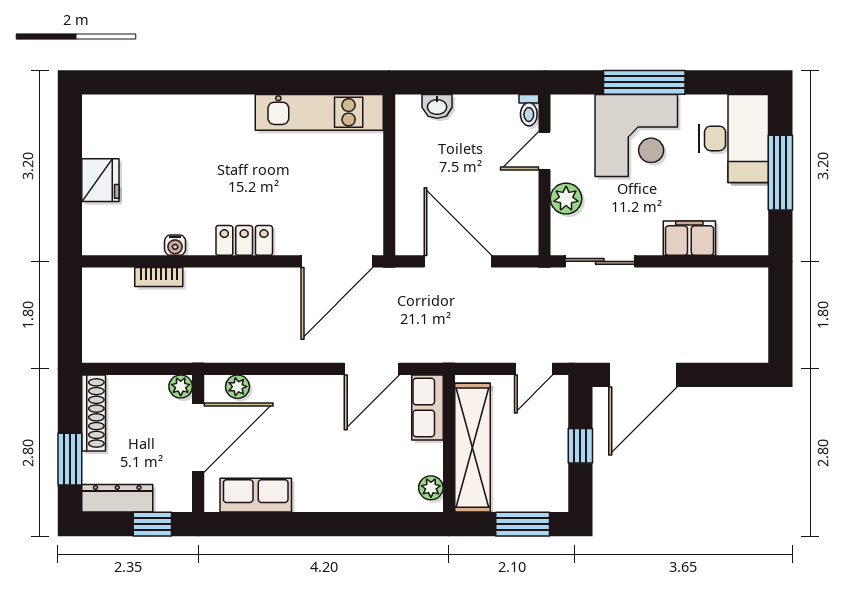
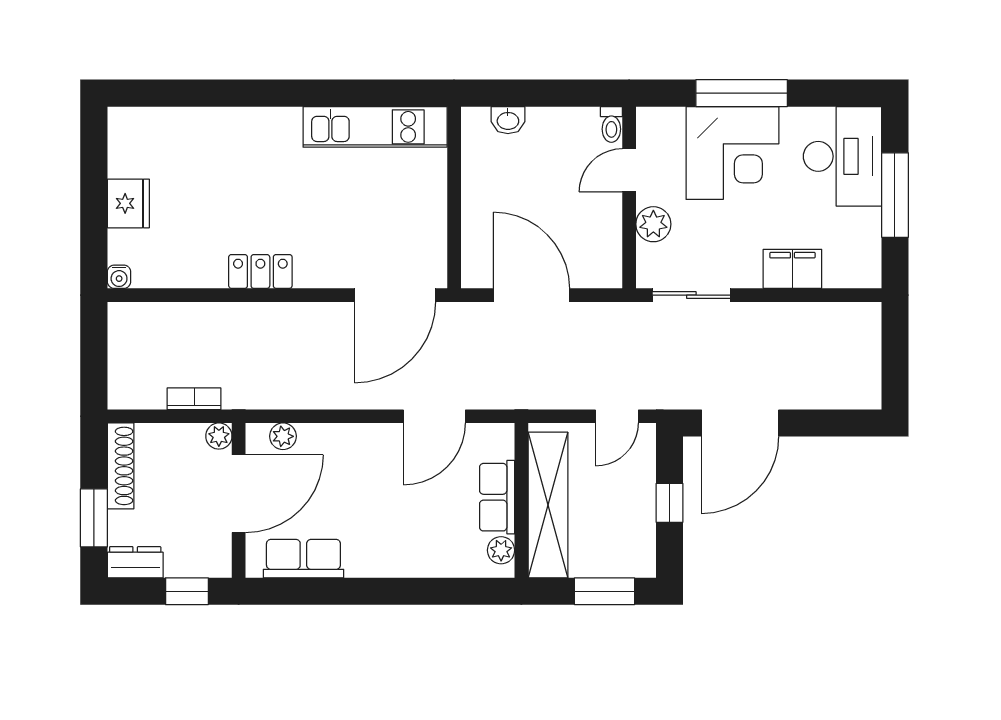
locker: (244, 240) -> (260, 271), moved
water cooler: (175, 245) -> (119, 277), moved
bookcase: (159, 277) -> (194, 399), moved, turned 180
row of seats: (427, 407) -> (497, 497), moved
dresser: (117, 498) -> (135, 562), width x0.70

